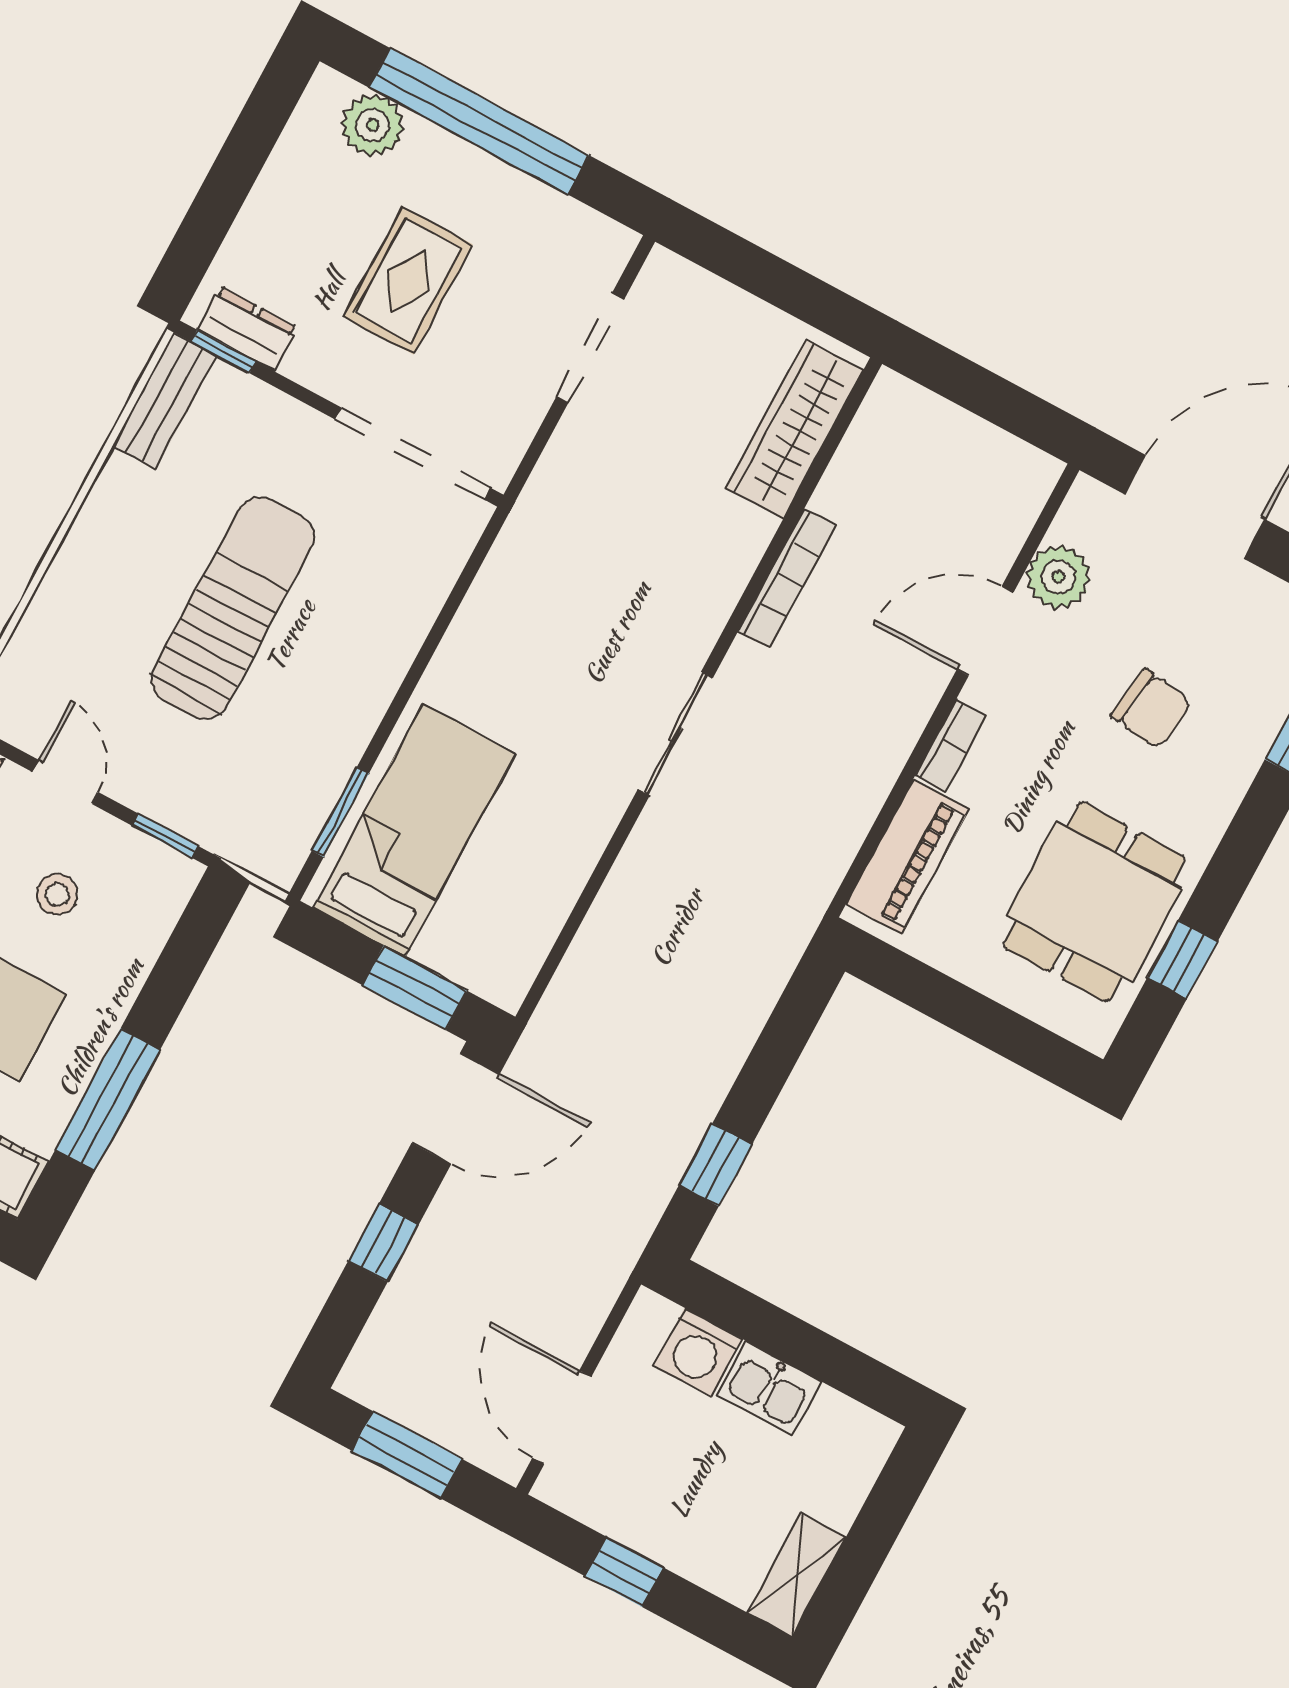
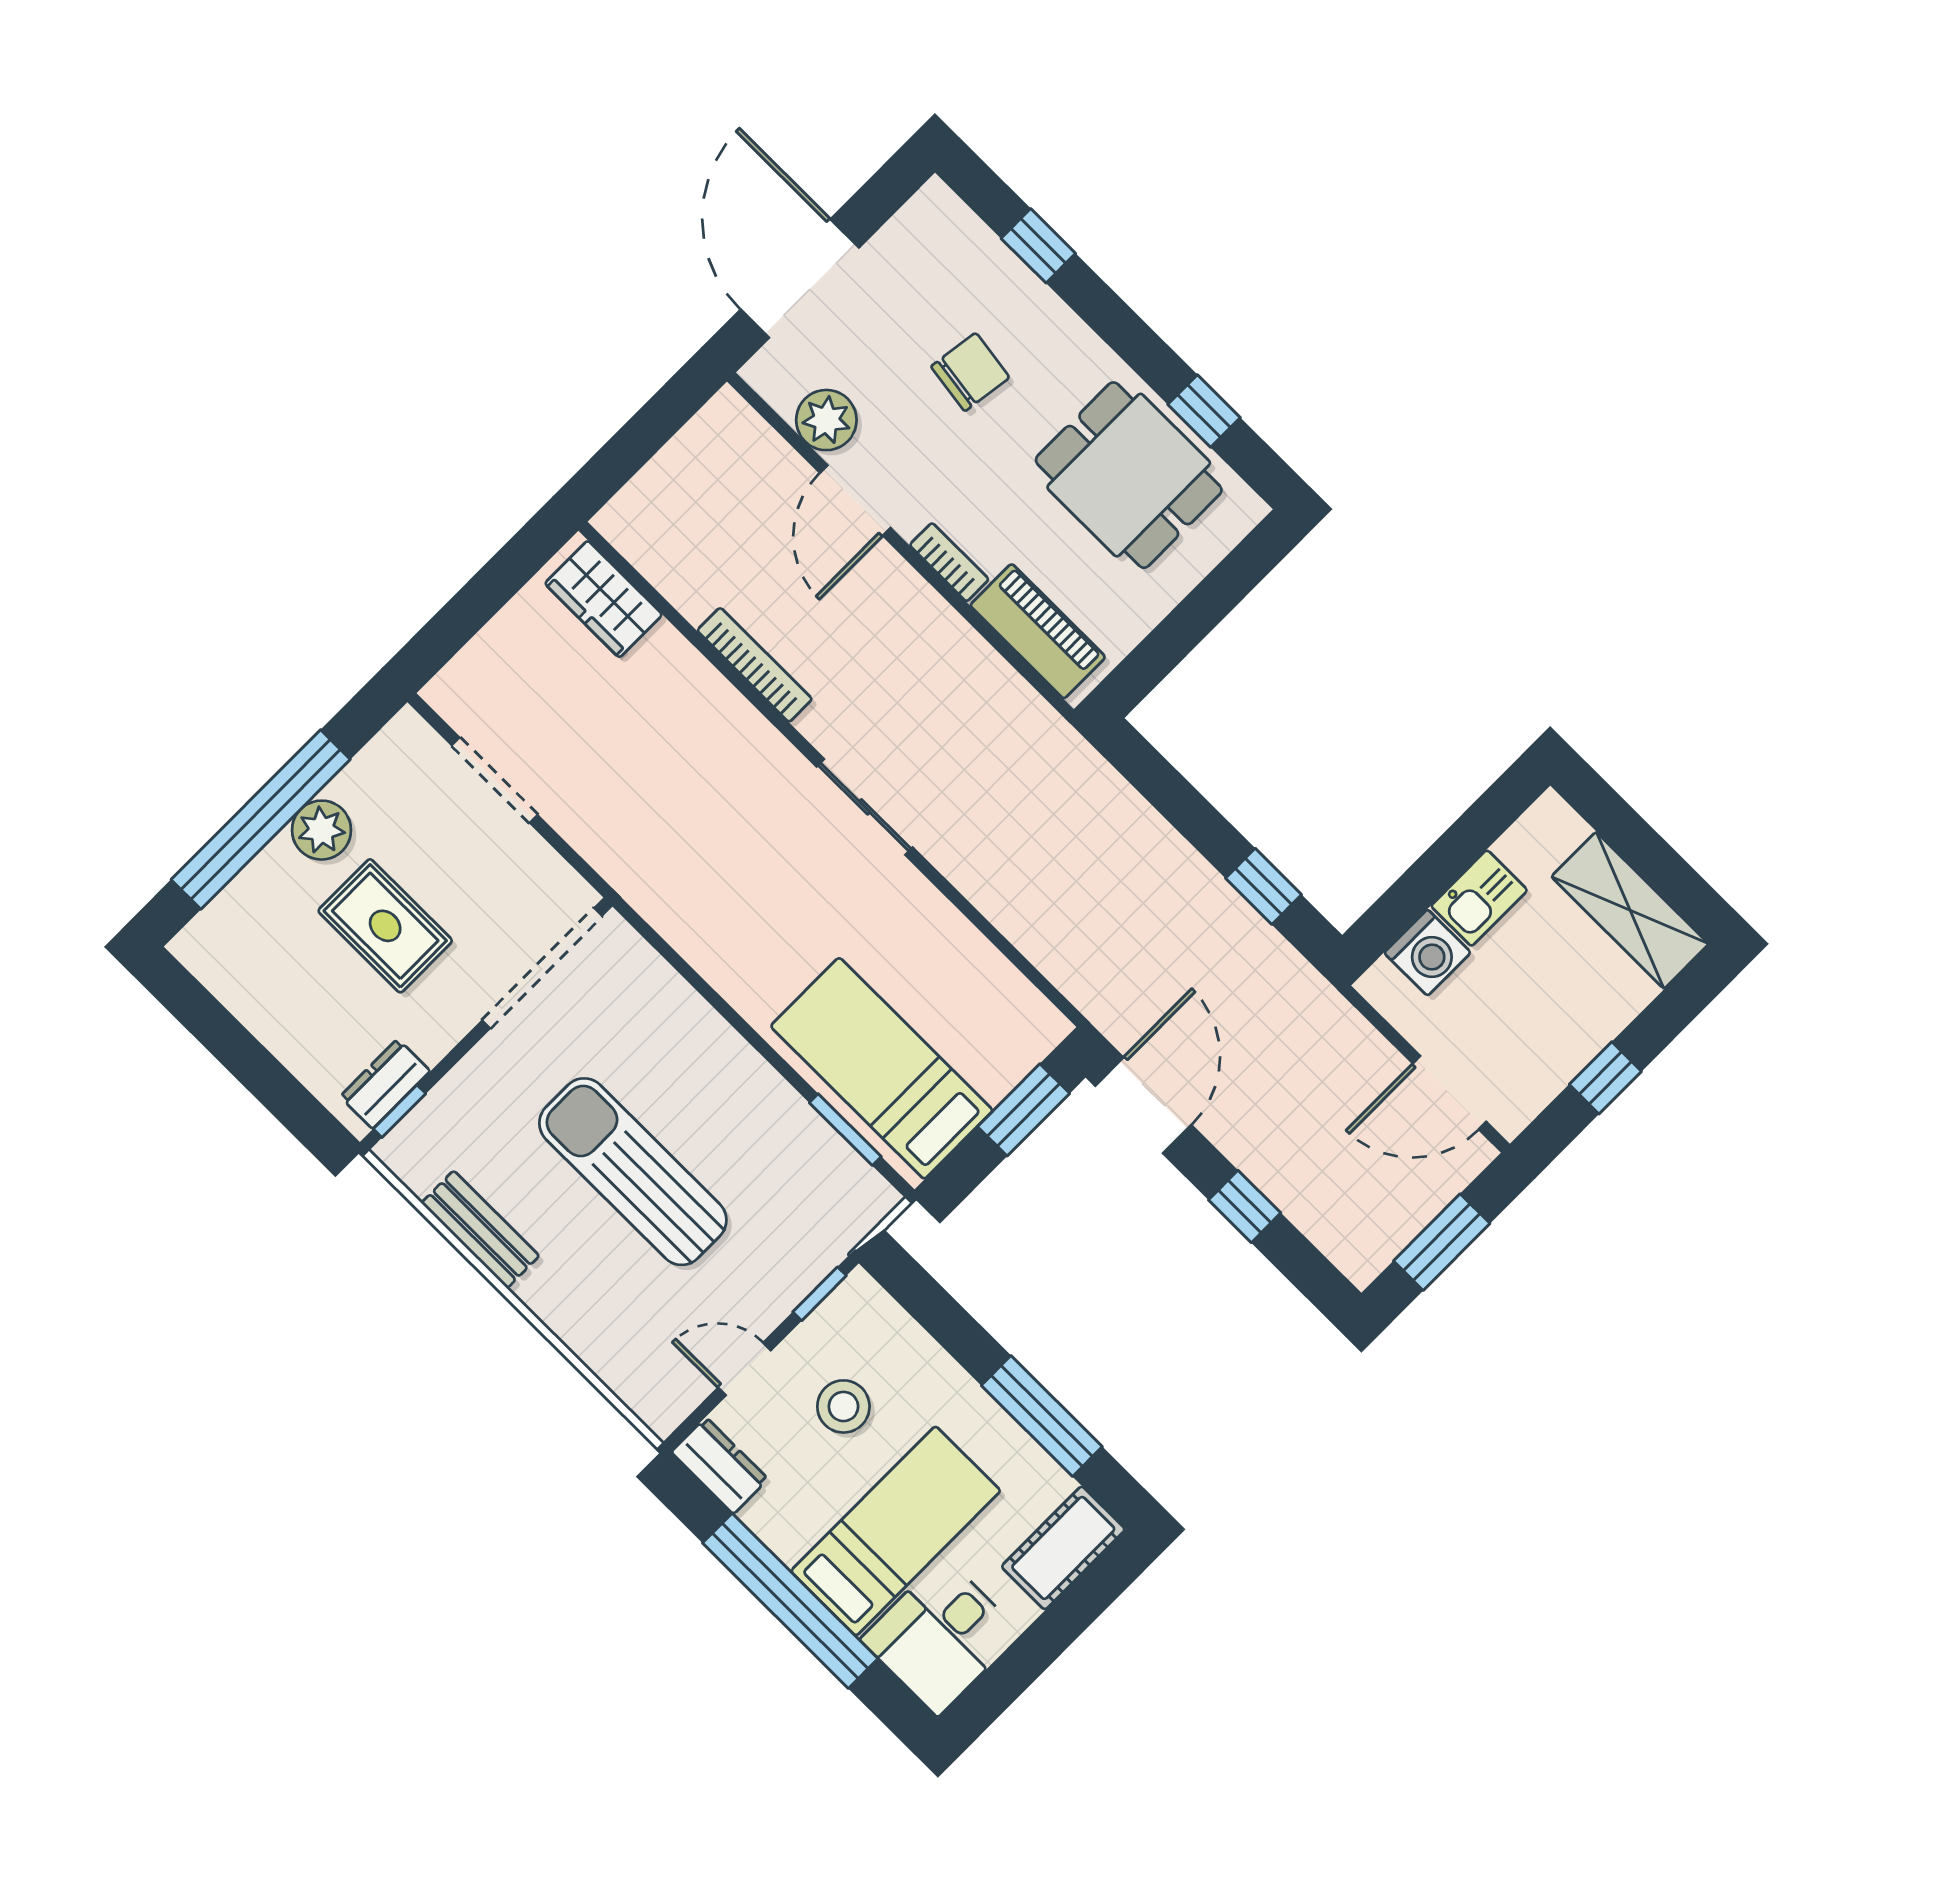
plant: (372, 125) -> (321, 830), moved
bench: (165, 401) -> (480, 1229), moved
wardrobe: (795, 429) -> (604, 599), width x0.67
stool: (57, 894) -> (843, 1406), width x1.37, depth x1.37
shelving: (797, 1575) -> (1630, 910), width x1.50, depth x1.33

